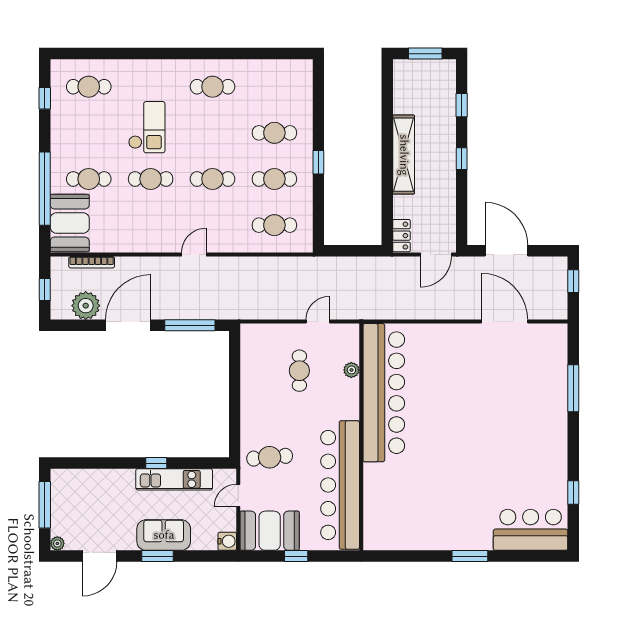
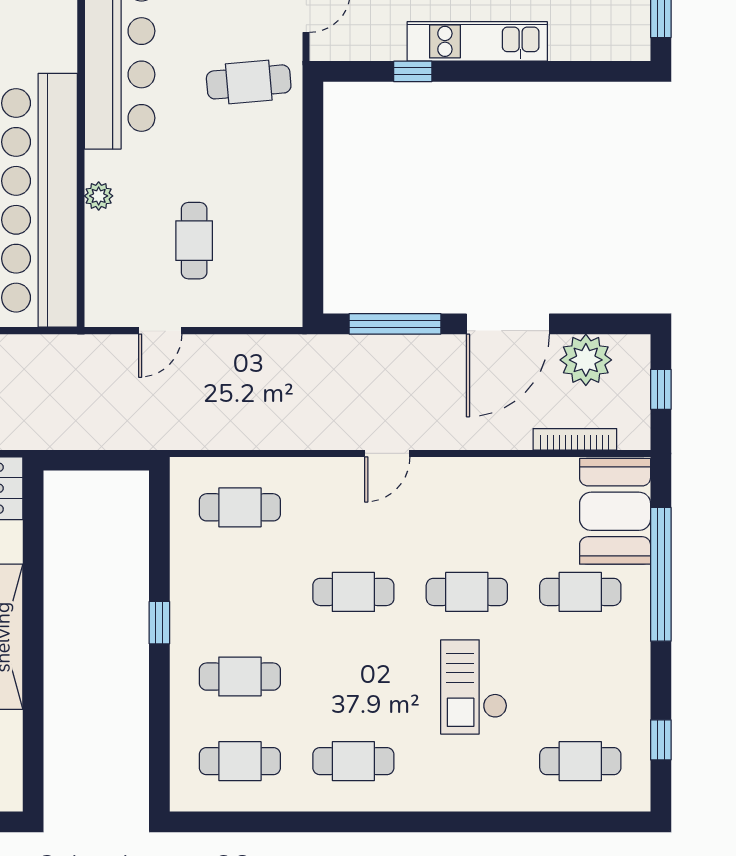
cafe table: (274, 179) -> (240, 761), moved
plant: (351, 370) -> (99, 196), moved
window: (156, 463) -> (413, 71), moved
kitchen unit: (174, 479) -> (477, 41), moved

